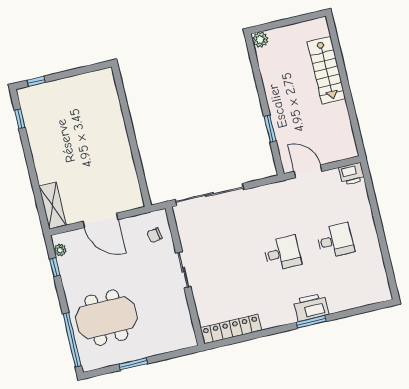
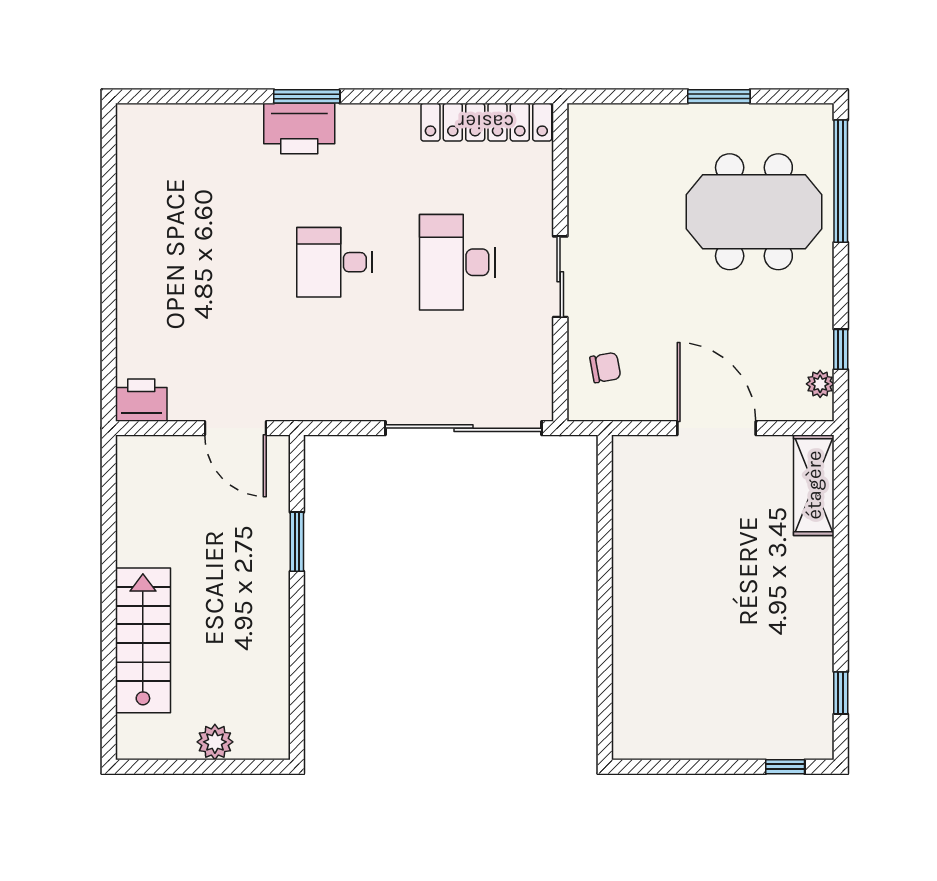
plant: (260, 40) -> (215, 742), moved
desk: (335, 241) -> (457, 262), moved, width x1.37

